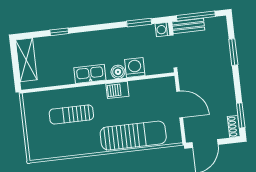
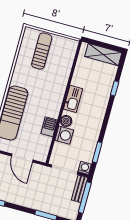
barbecue: (117, 90) -> (49, 127), moved
door: (180, 104) -> (22, 158), hinge flipped
sun lounger: (71, 114) -> (42, 51), moved

